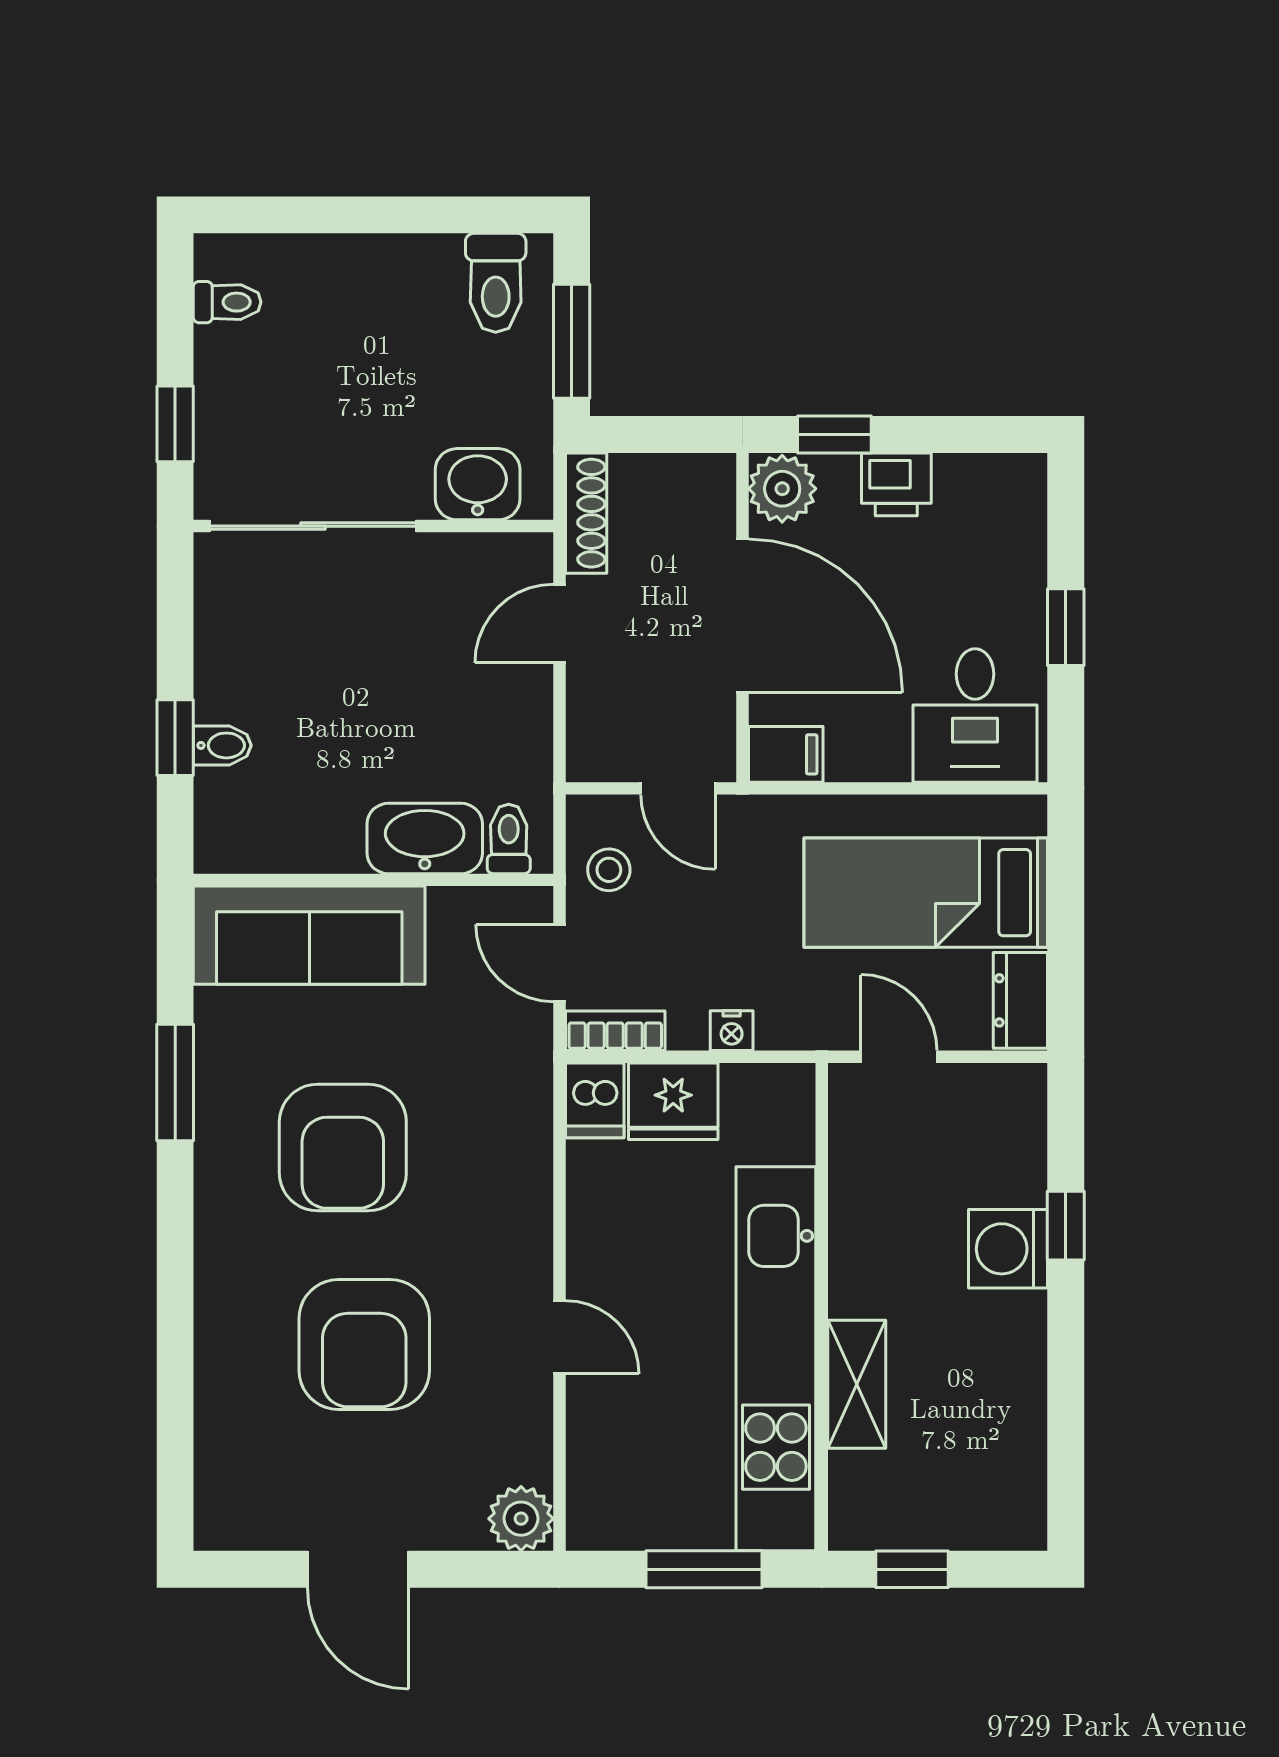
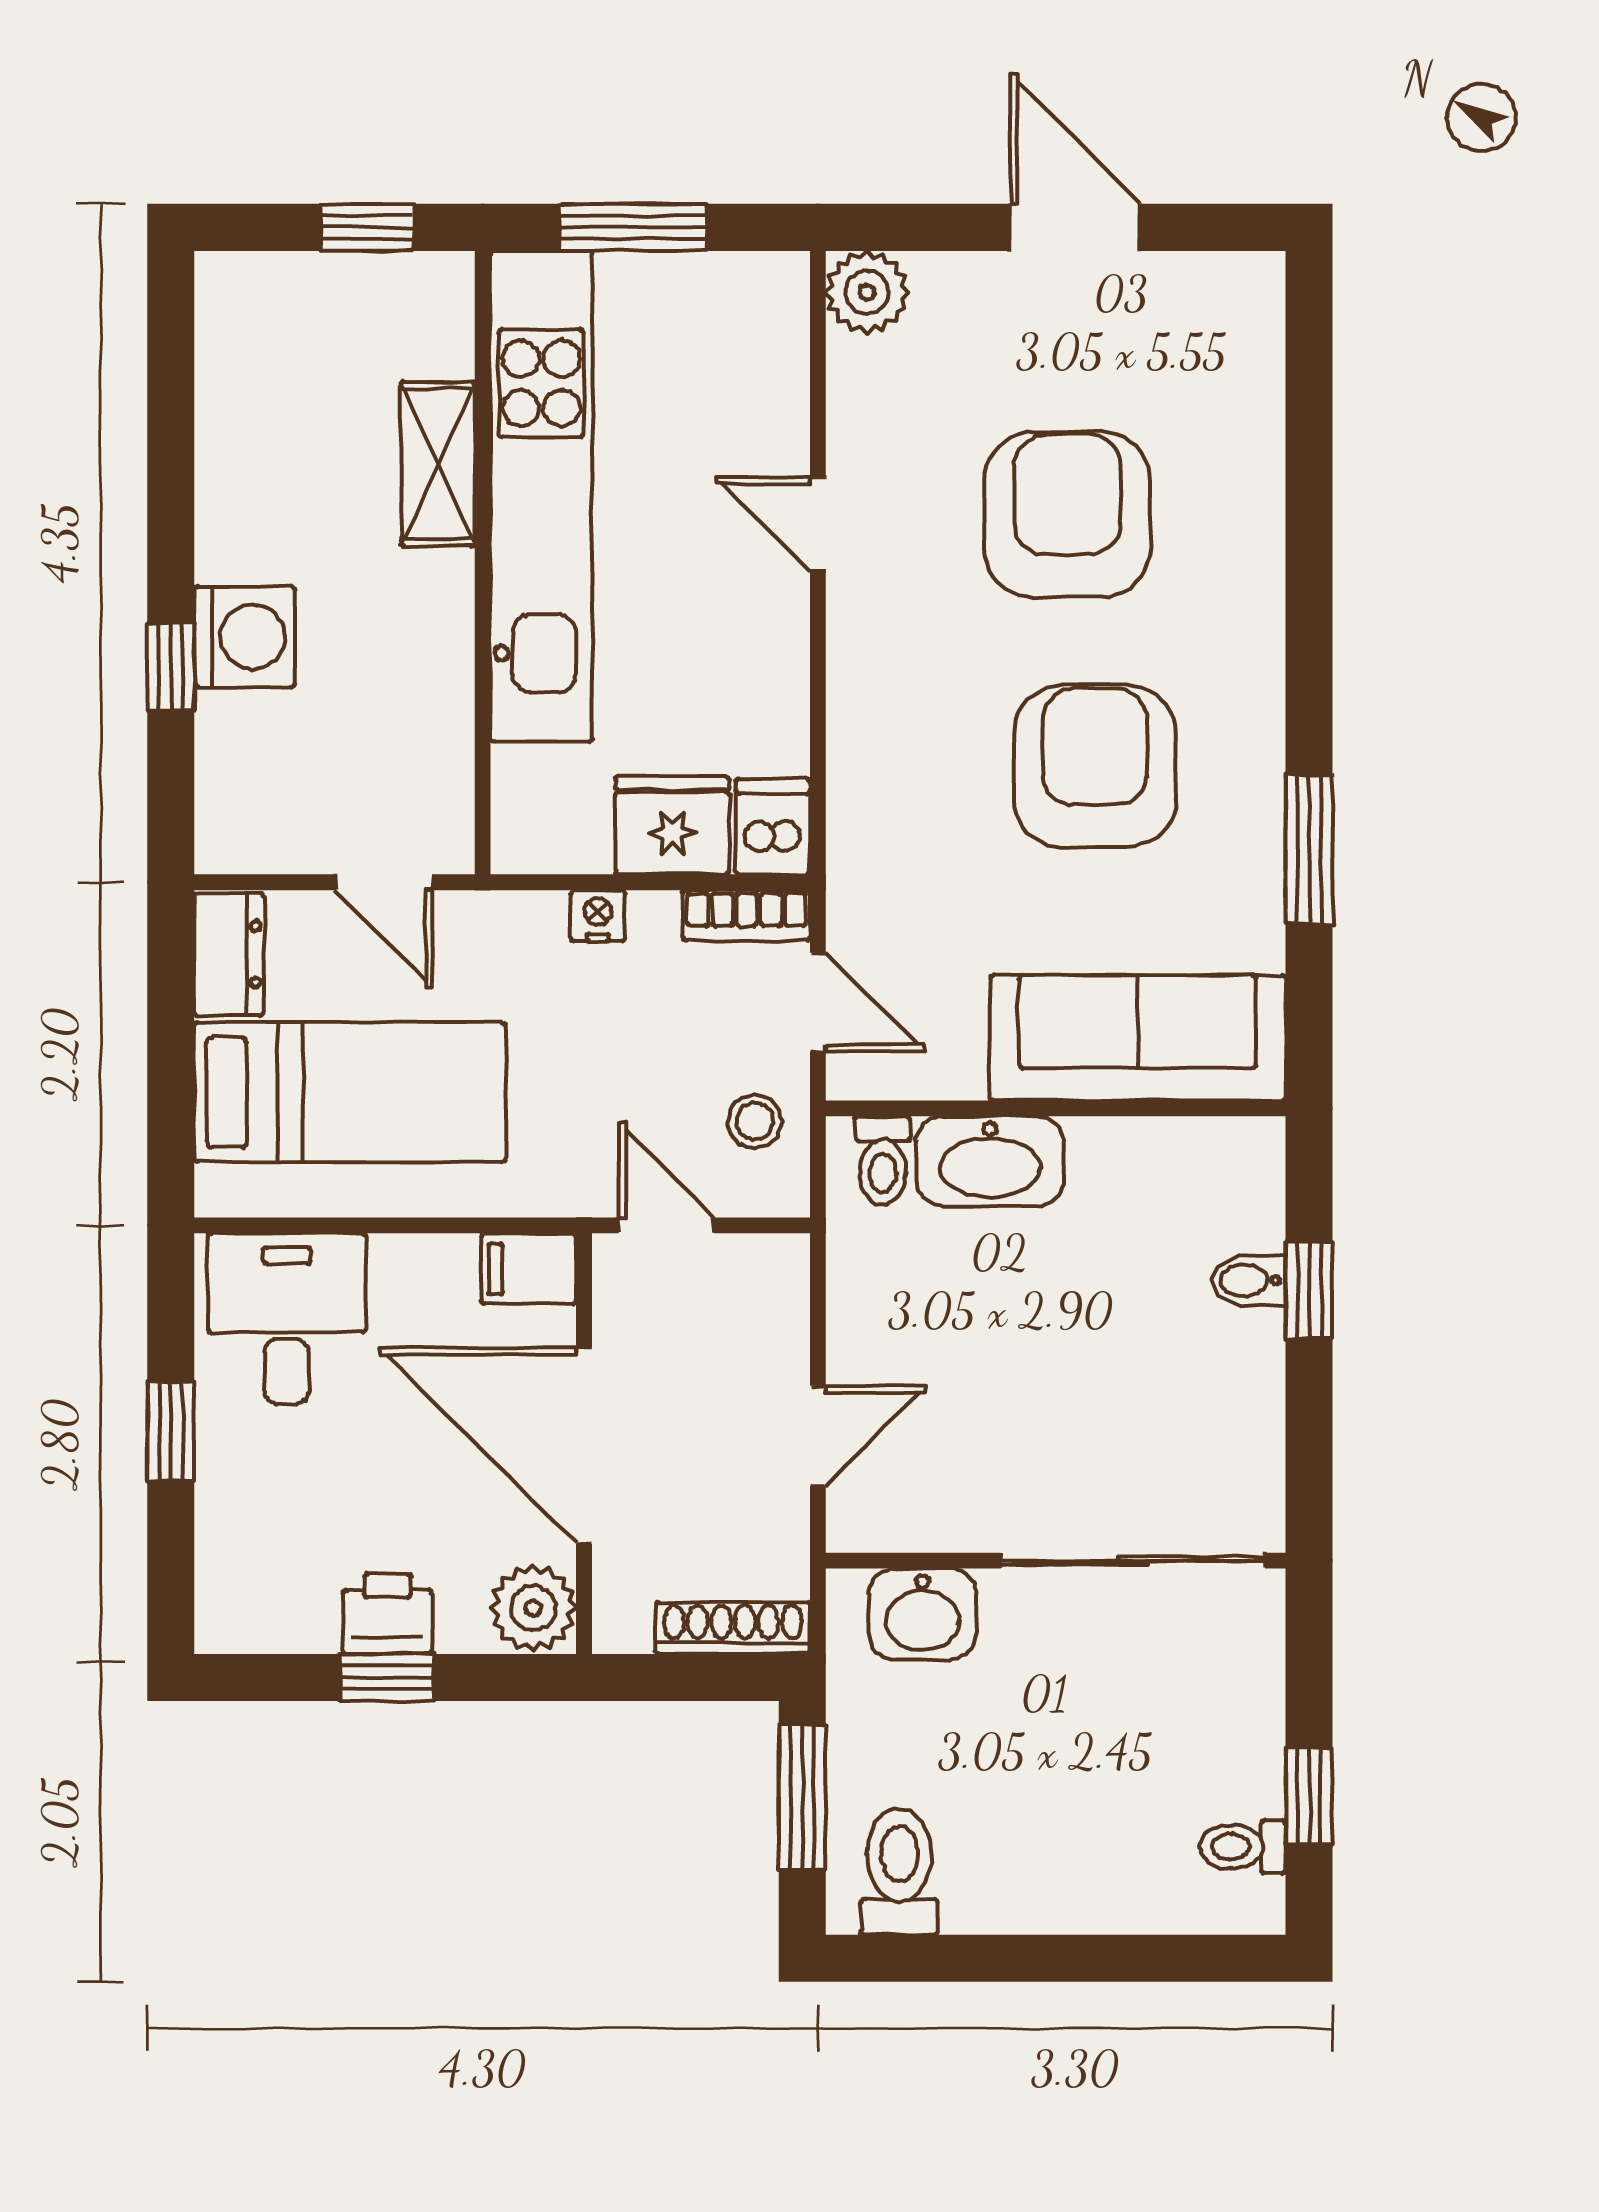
window: (175, 424) -> (1309, 1797), moved
window: (834, 435) -> (387, 1678), moved
shoe rack: (586, 513) -> (733, 1628), moved, turned 90

